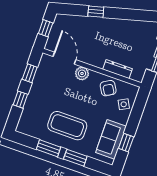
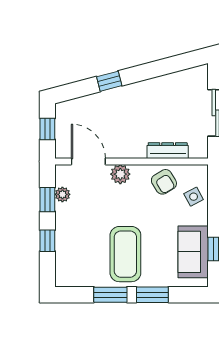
plant: (41, 73) -> (62, 194), added
coffee table: (67, 126) -> (125, 254), turned 90

